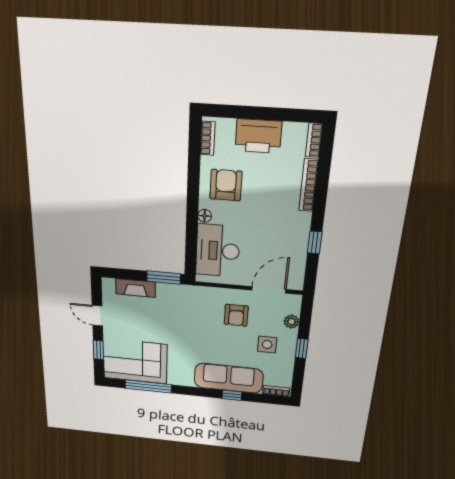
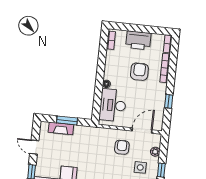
armchair: (226, 185) -> (139, 72), moved
window: (164, 278) -> (67, 120), moved
armchair: (236, 315) -> (122, 147), turned 180

